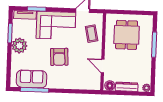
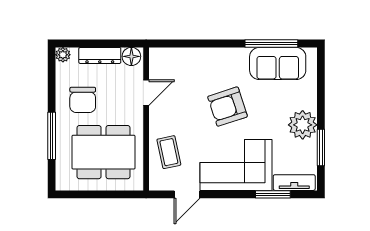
dining table: (127, 35) -> (104, 152), width x1.38
armchair: (59, 57) -> (228, 107), turned -105
chair: (137, 63) -> (83, 100), added
door: (103, 66) -> (146, 93), hinge flipped

